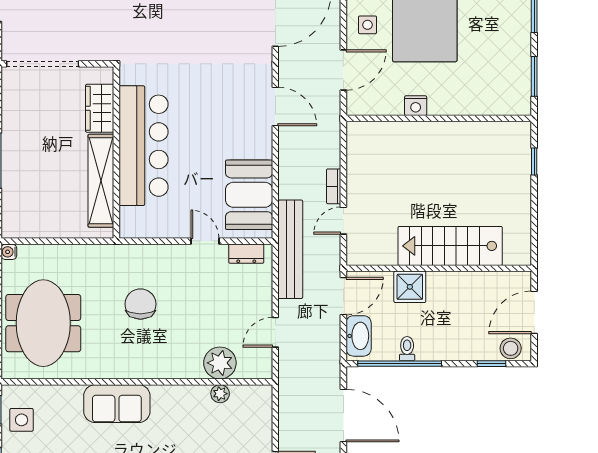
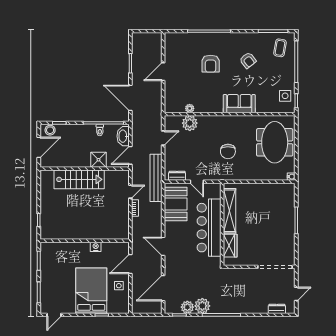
wardrobe: (100, 108) -> (230, 246), moved
bar counter: (144, 146) -> (209, 228), moved
wall: (116, 152) -> (222, 224), moved
shelving: (101, 181) -> (229, 211), moved

